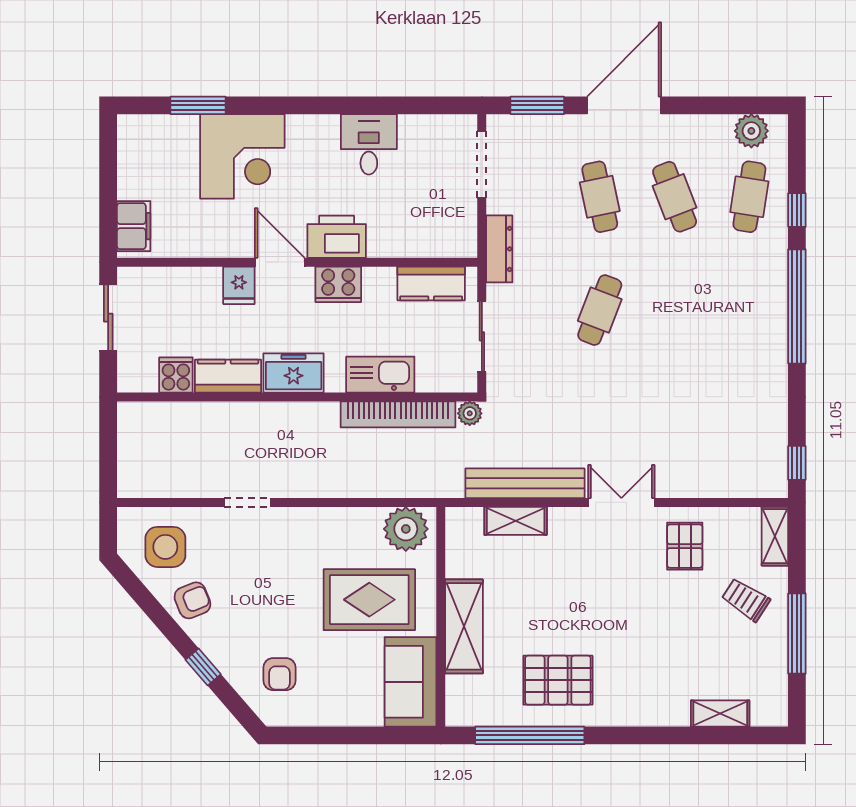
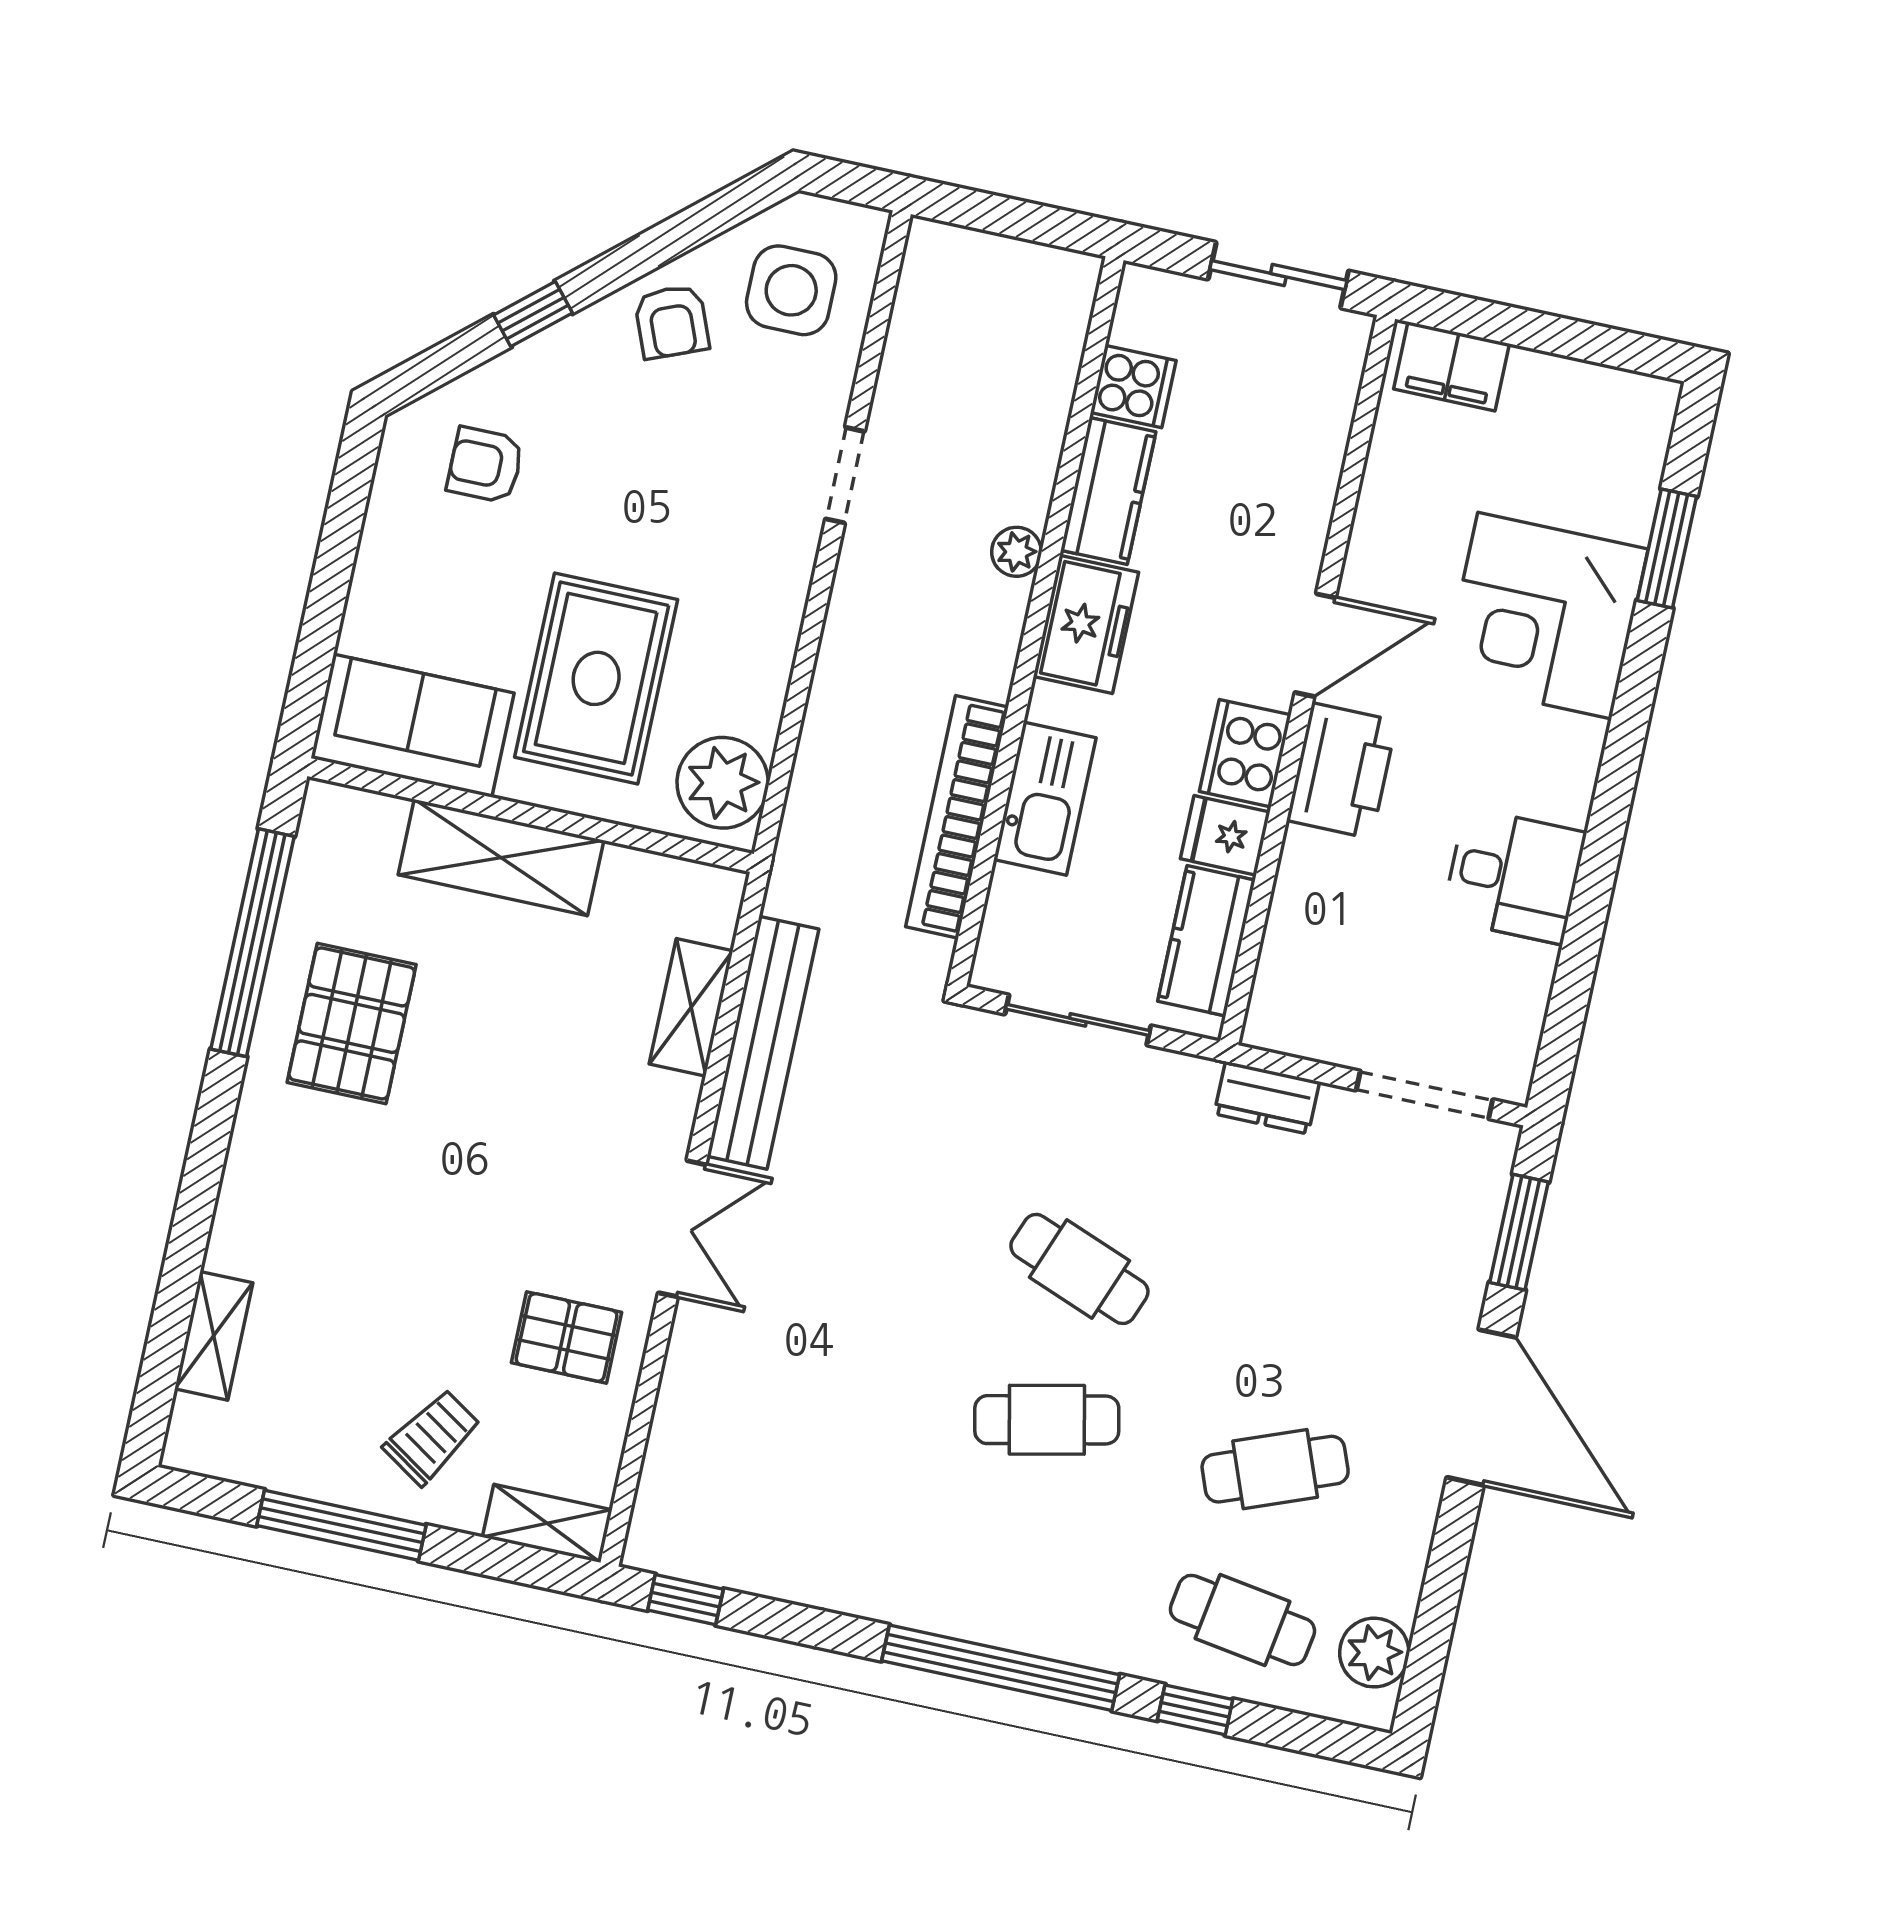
cafe table: (600, 197) -> (1047, 1420), moved
dresser: (499, 249) -> (1267, 1098), width x0.70
fridge: (239, 285) -> (1225, 835), moved
plant: (470, 413) -> (1016, 552), moved

